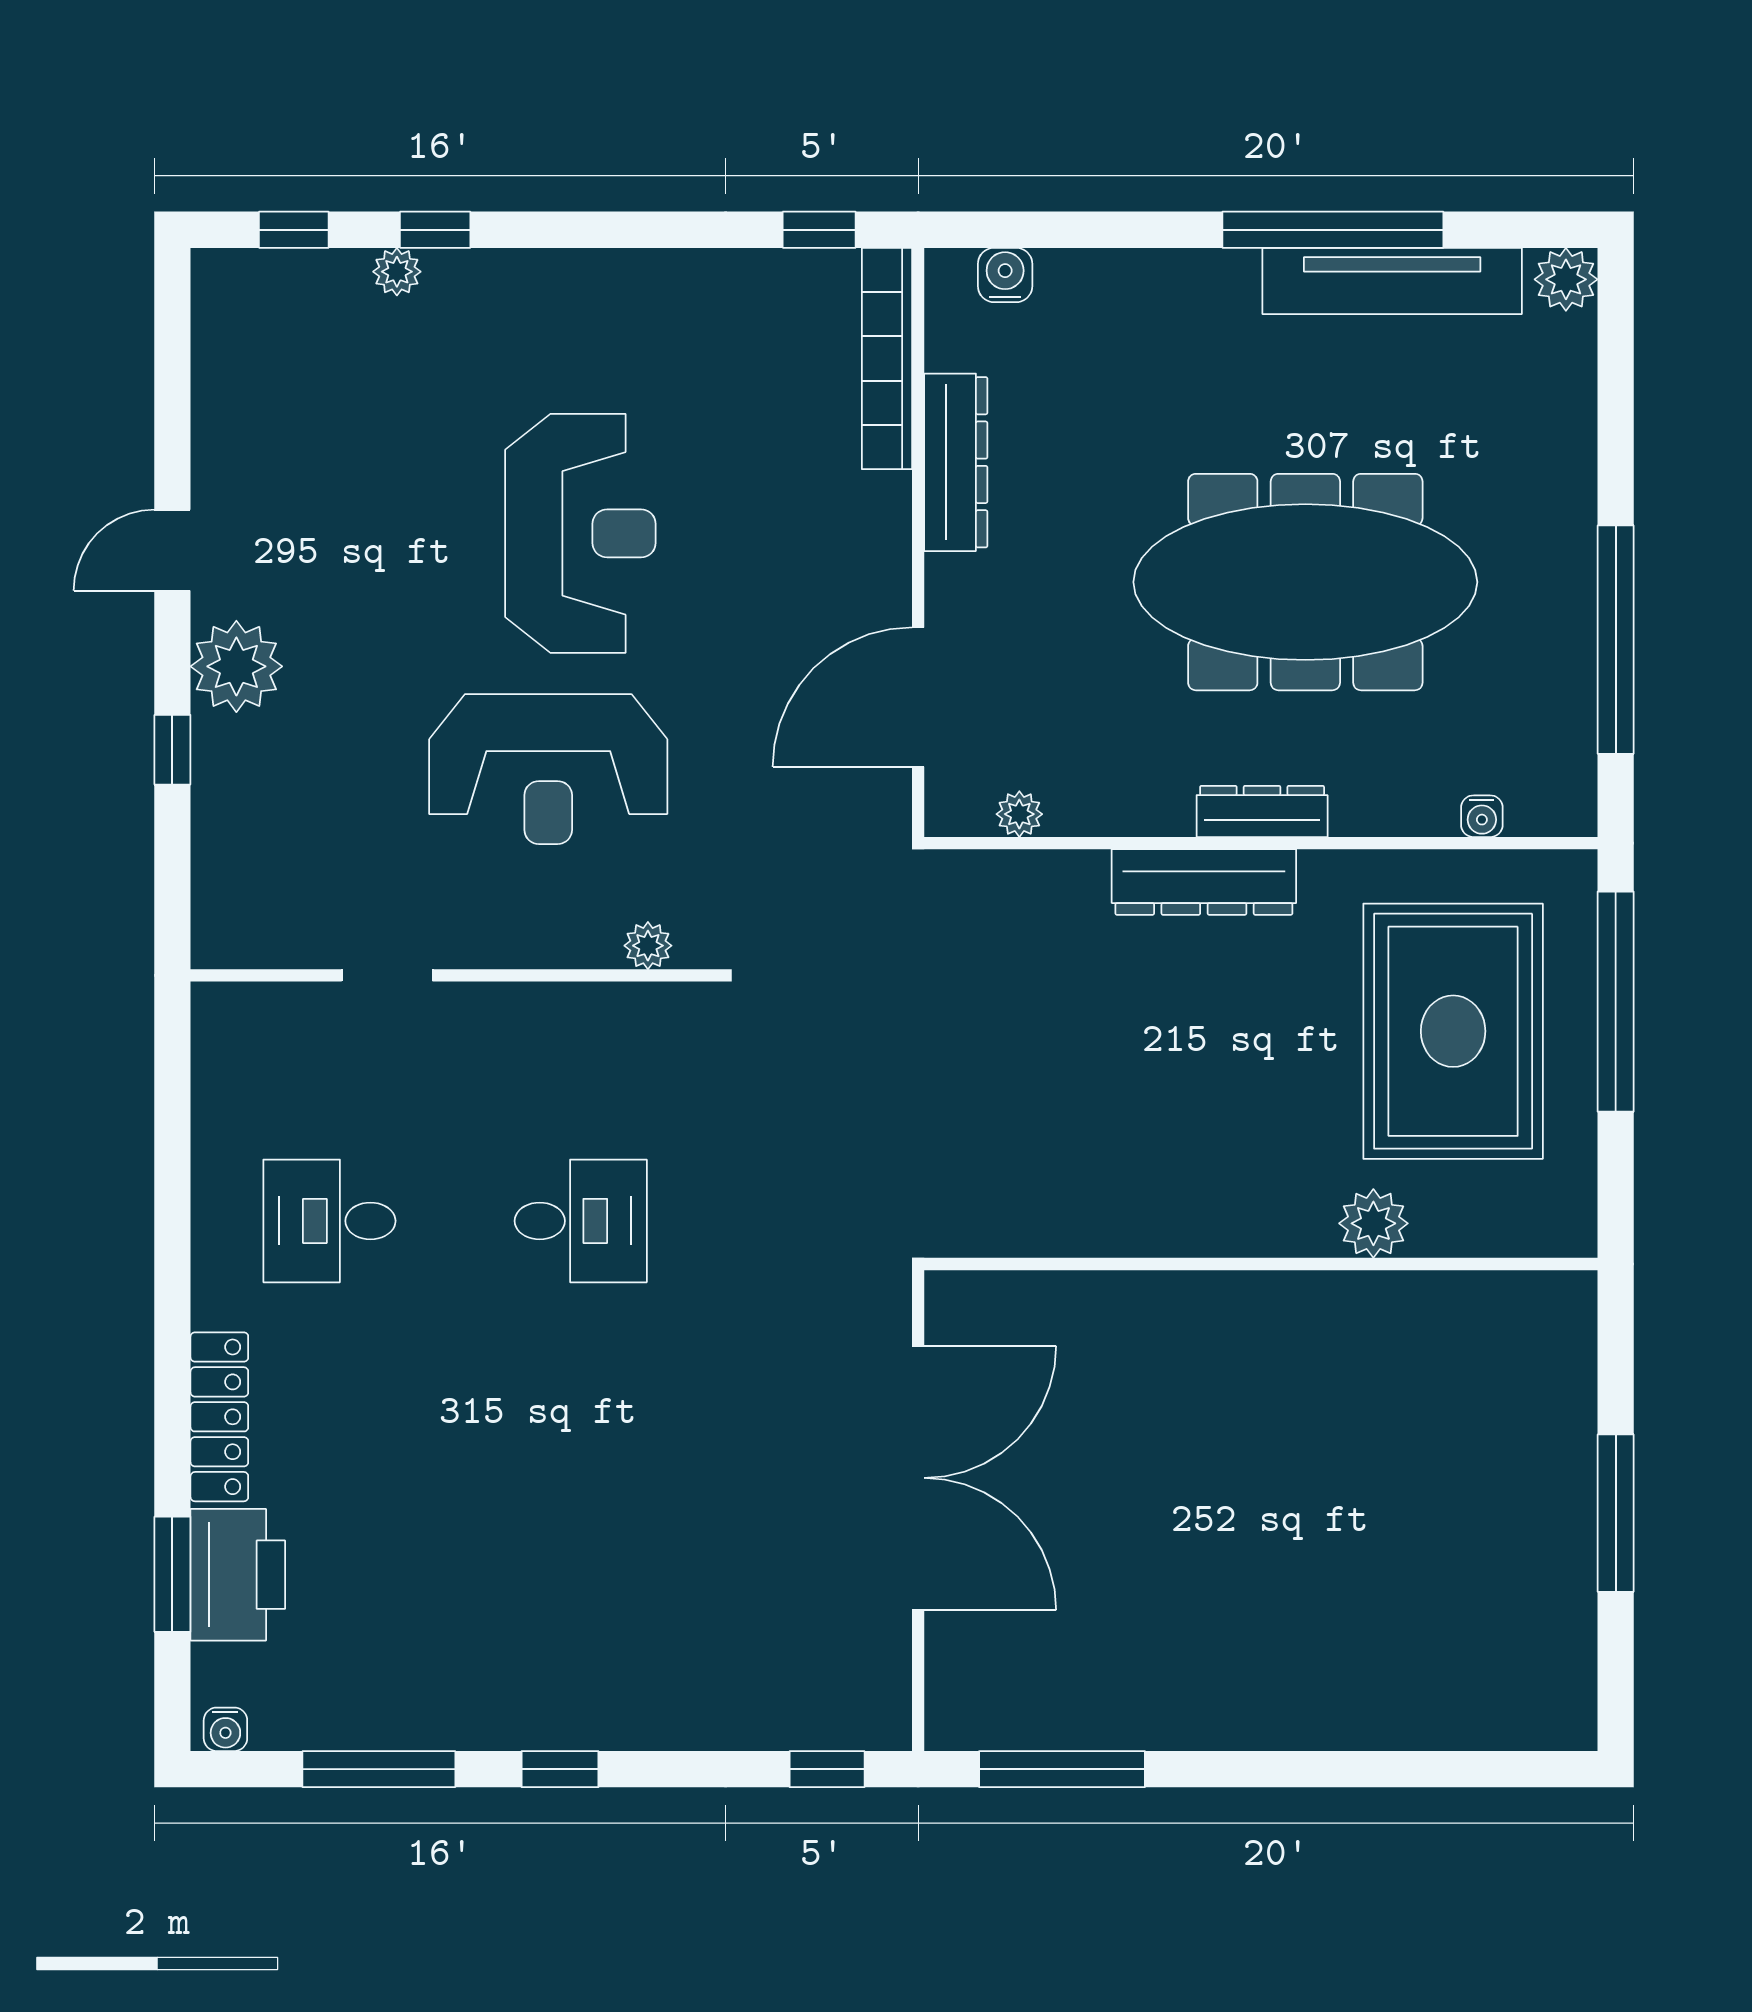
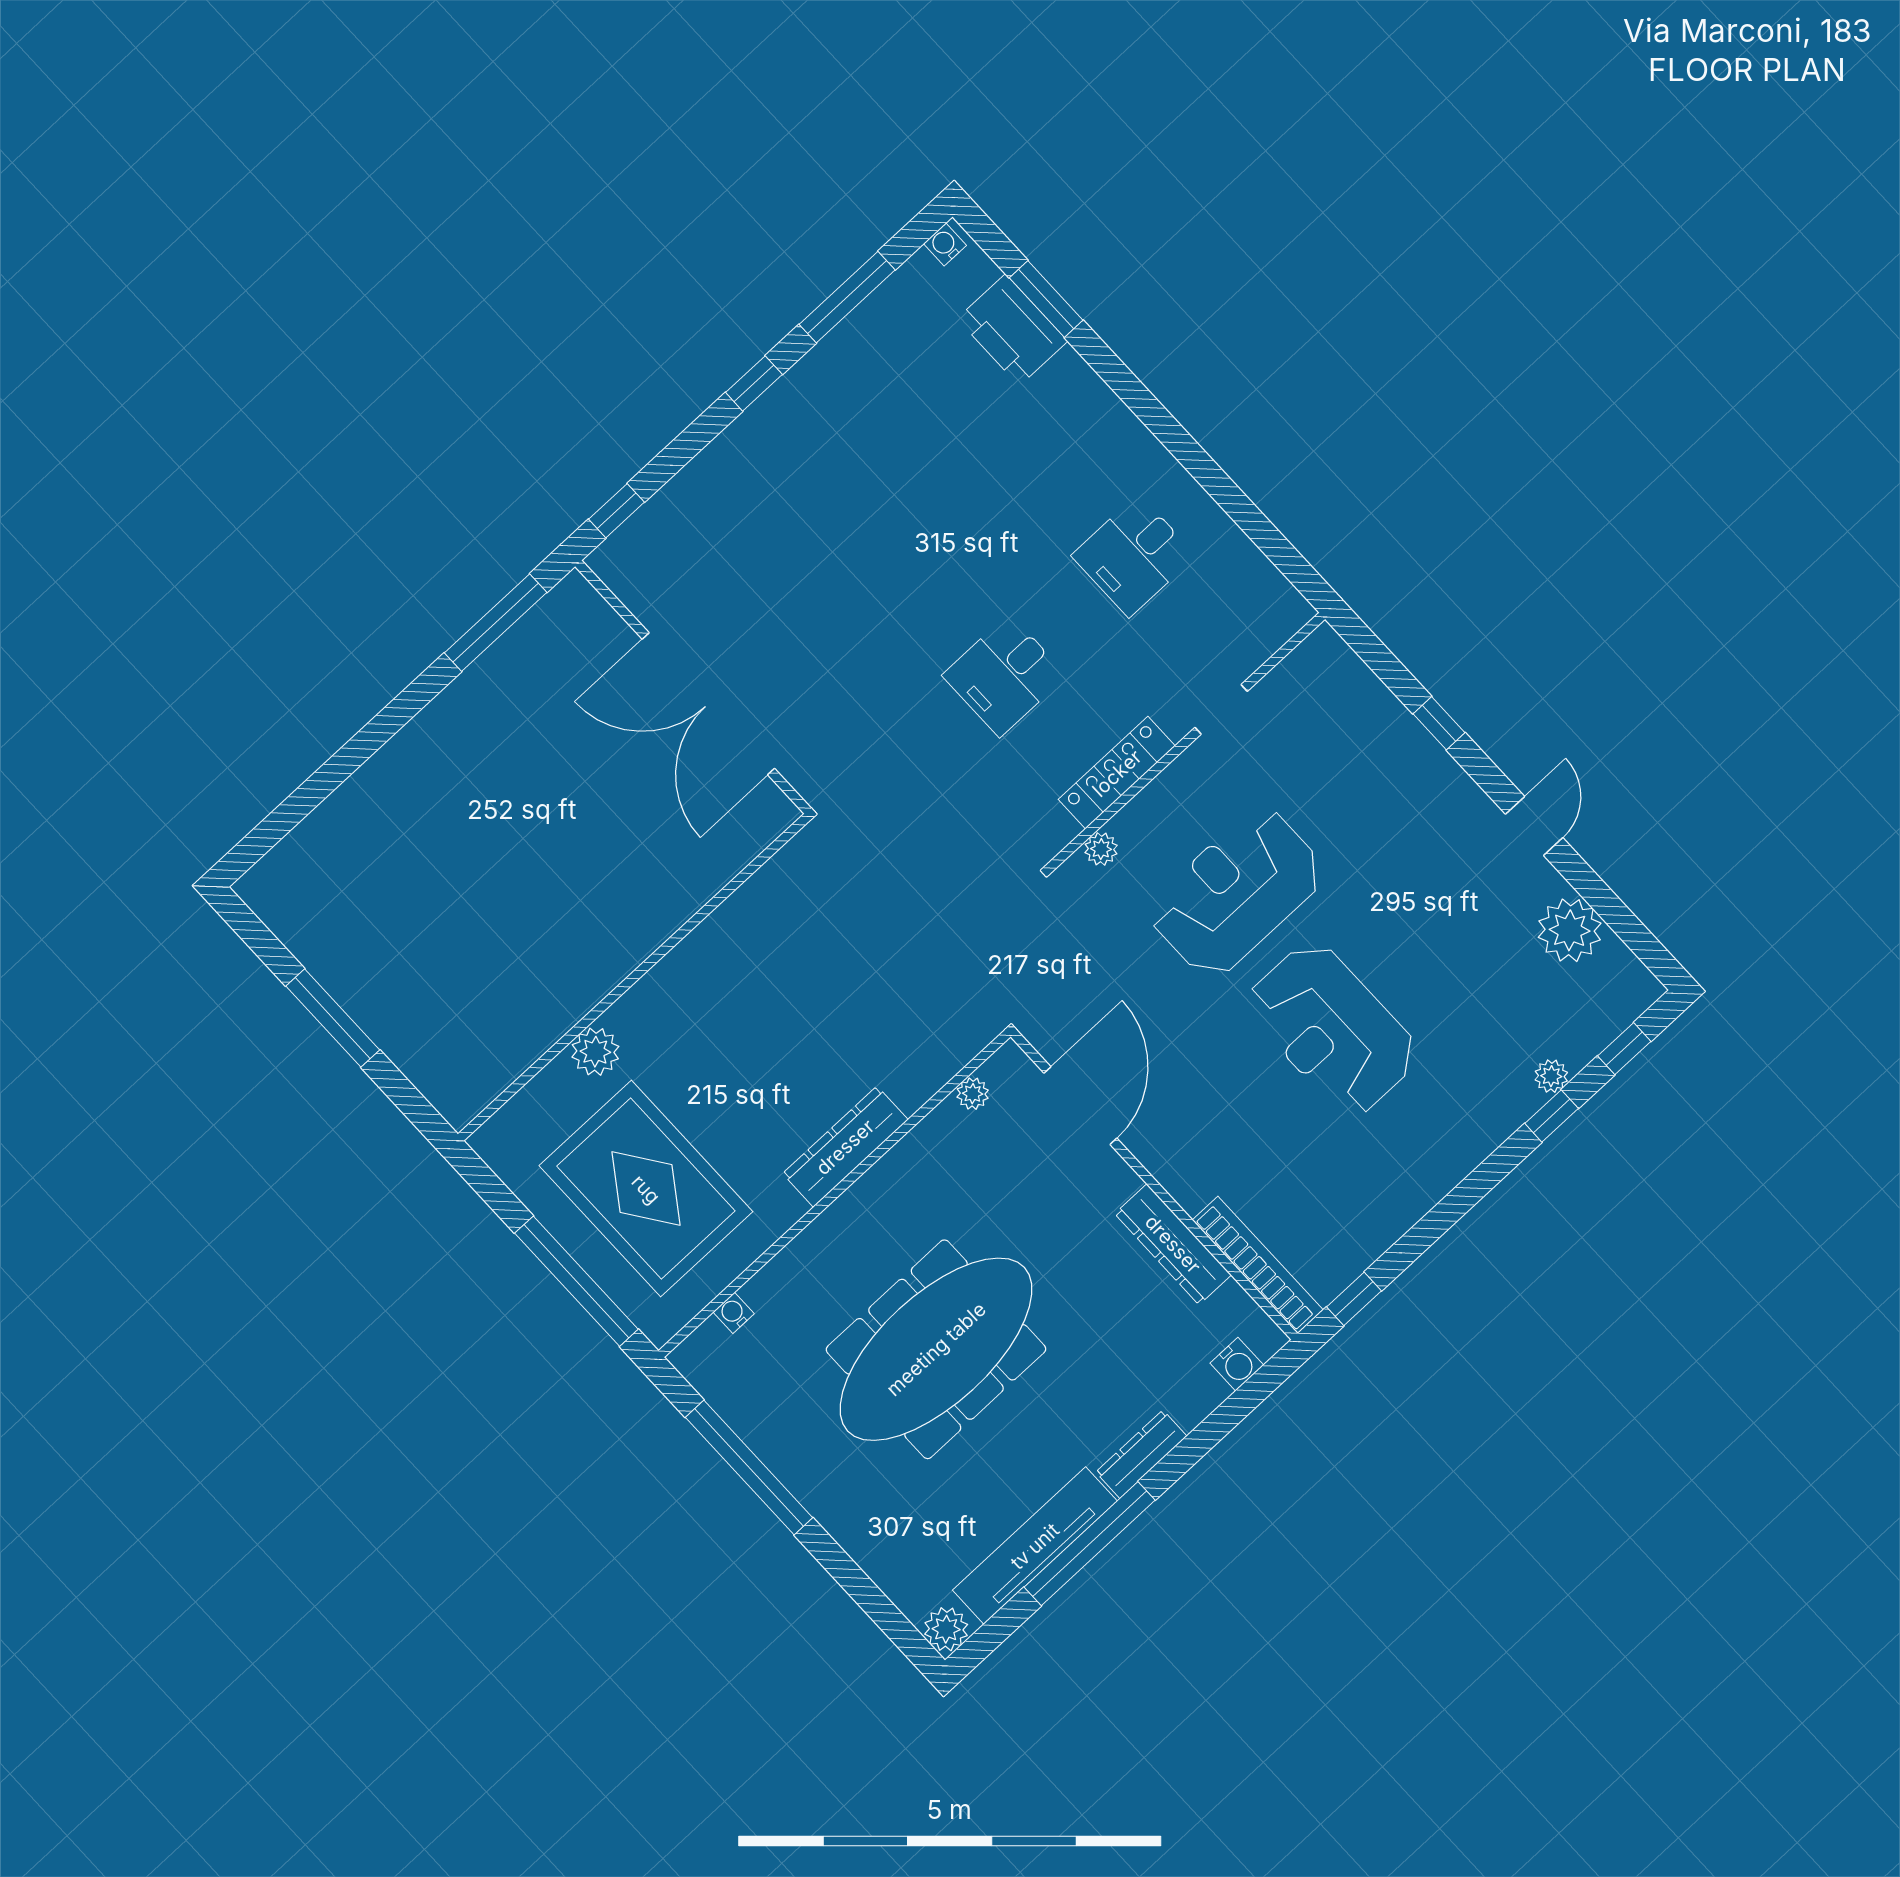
plant: (236, 666) -> (1570, 930), moved
dresser: (1262, 811) -> (1141, 1454), moved, turned 180
desk: (329, 1221) -> (1134, 556), turned 180
locker: (219, 1417) -> (1117, 773), moved, turned 90

